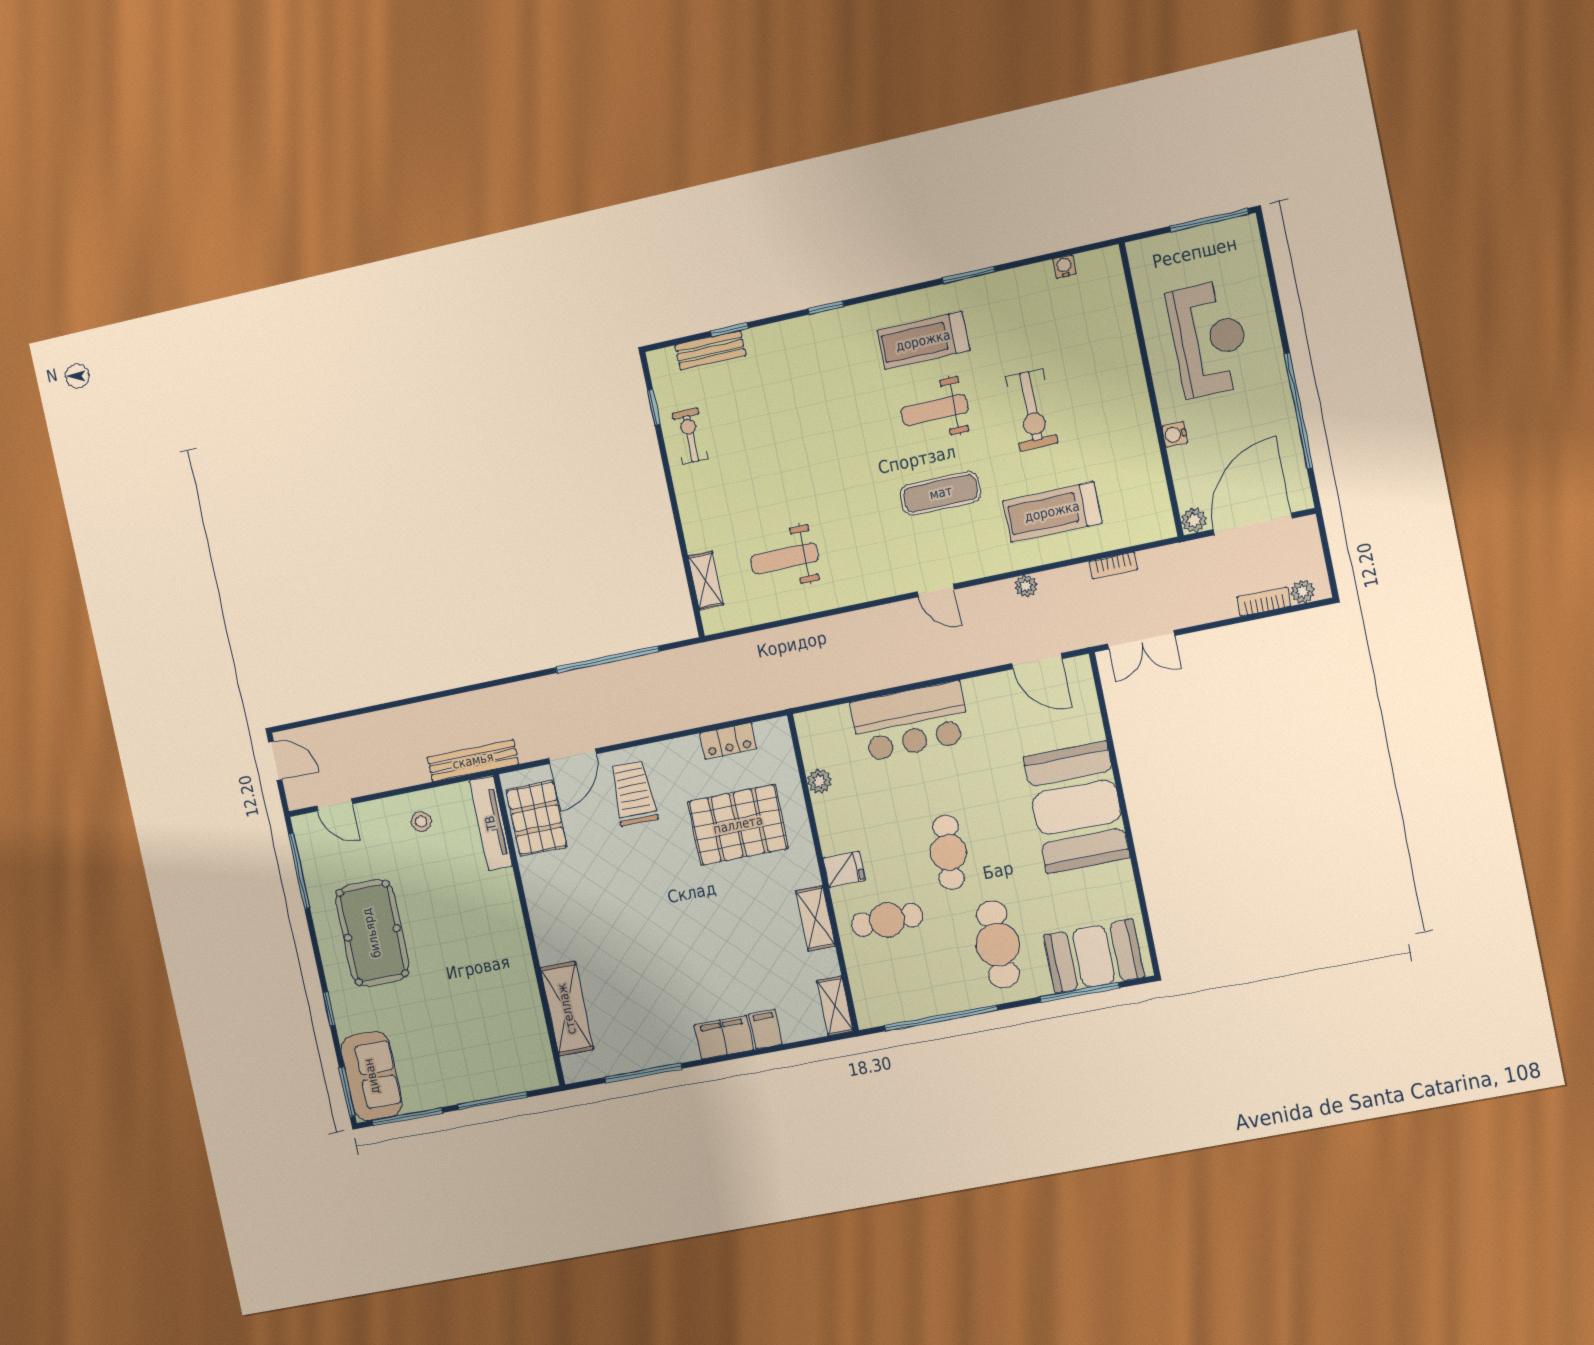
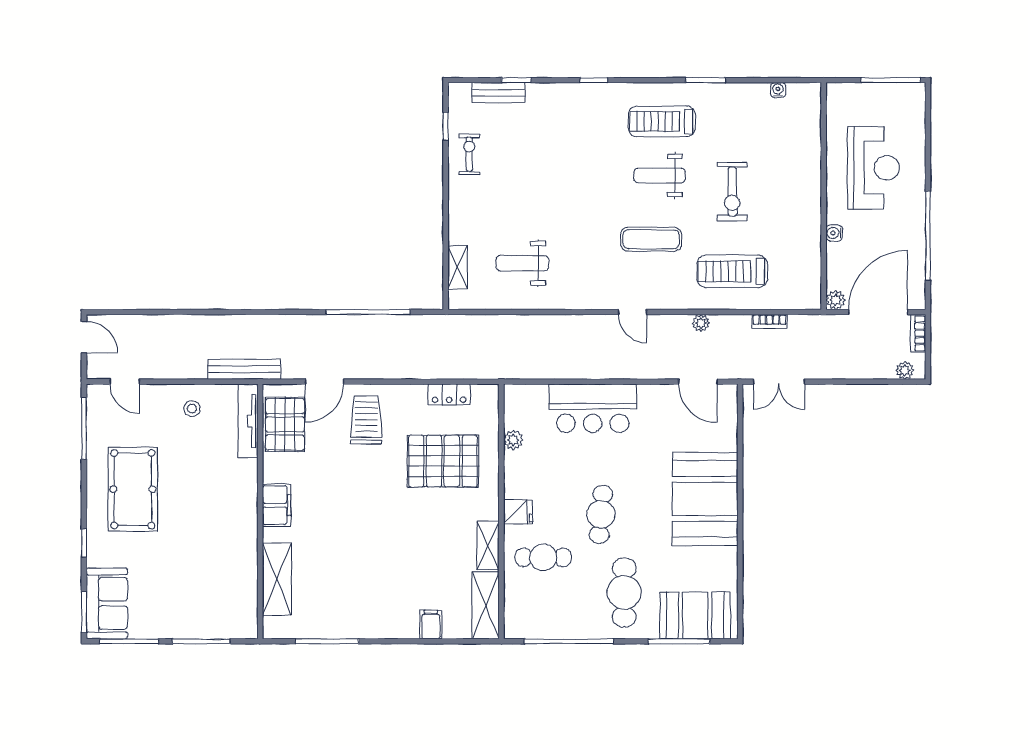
bookcase: (1264, 601) -> (918, 333), moved, turned -90
shelving: (835, 1006) -> (486, 605), width x1.50, depth x1.33
filing cabinet: (724, 1037) -> (277, 505), moved, turned 90

